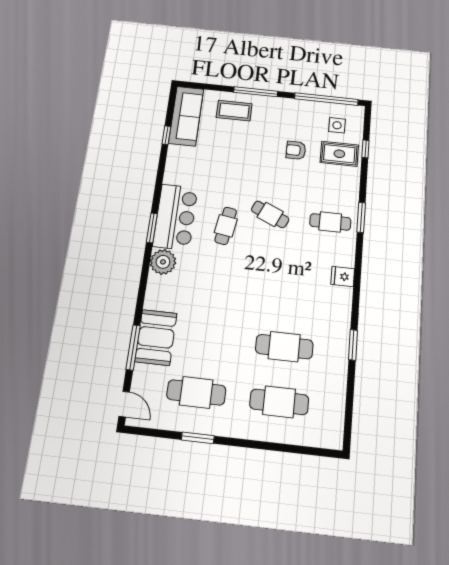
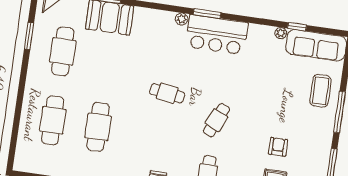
plant: (173, 151) -> (281, 33), added
cafe table: (226, 226) -> (167, 93), moved
plant: (163, 262) -> (182, 19), width x0.53, depth x0.53
window: (198, 438) -> (29, 36), moved

